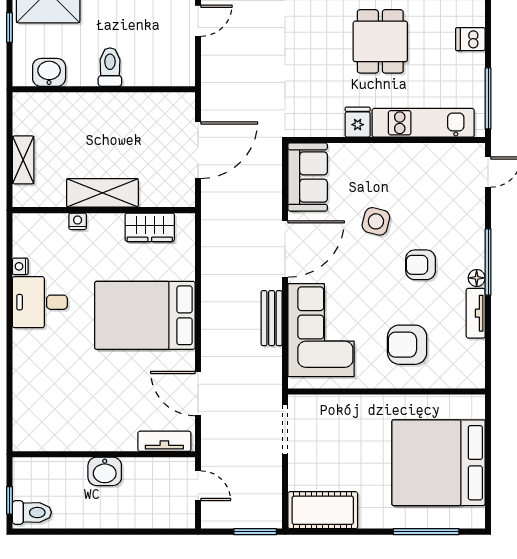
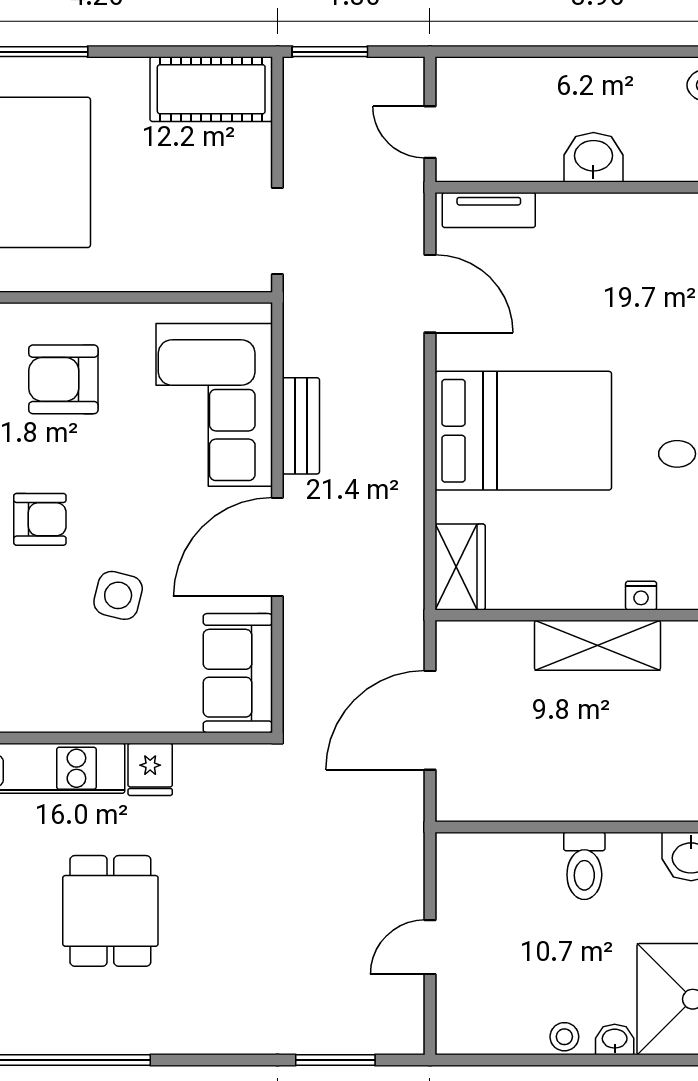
wardrobe: (150, 227) -> (460, 567), moved, turned 90
armchair: (407, 345) -> (63, 379), turned 180

